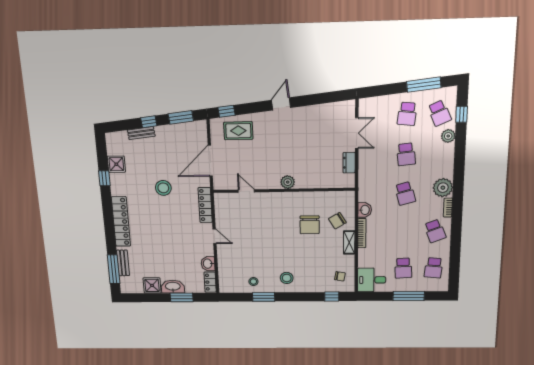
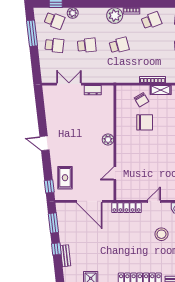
school desk: (439, 113) -> (54, 20), turned 45
stool: (163, 188) -> (161, 234), moved
washbasin: (365, 210) -> (133, 78), removed

